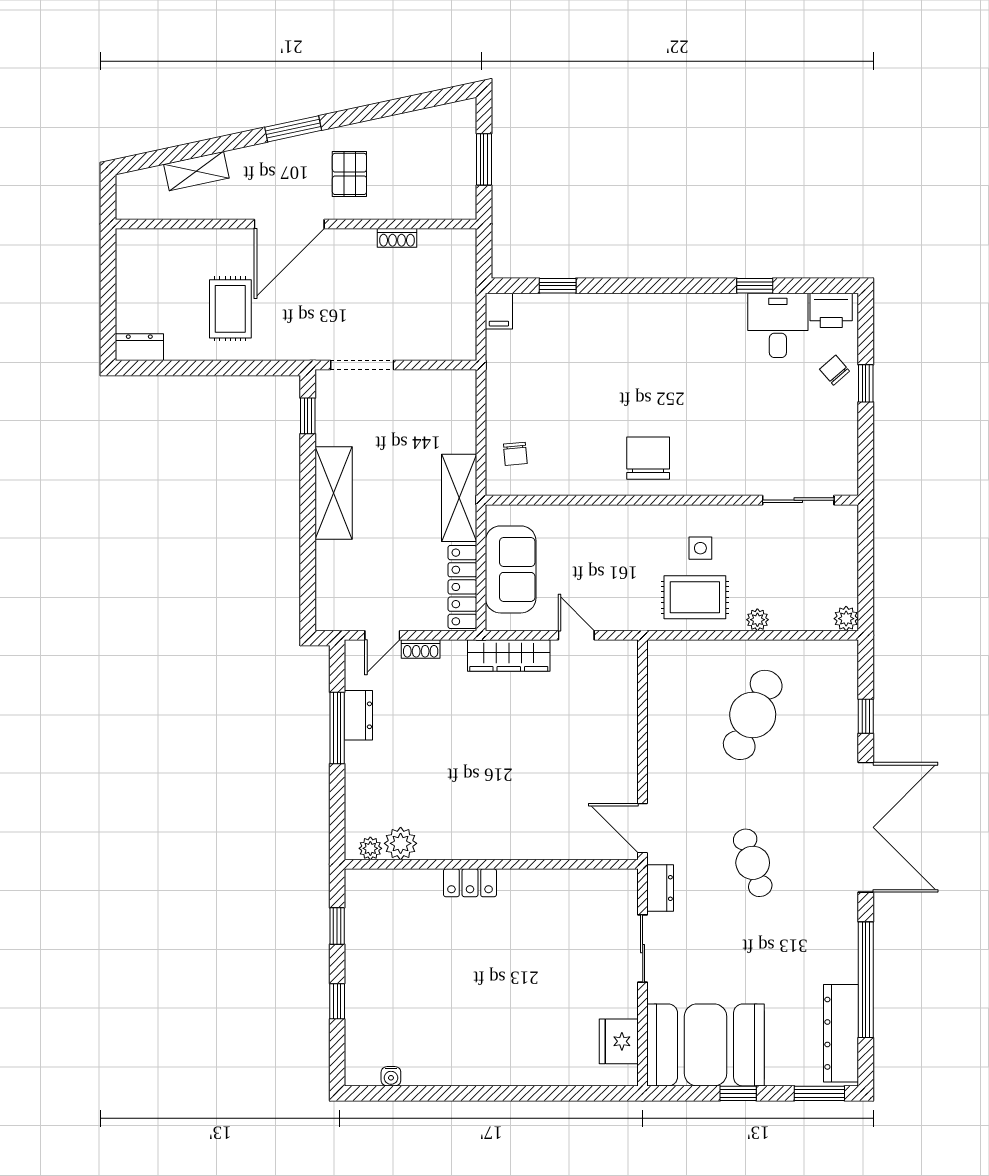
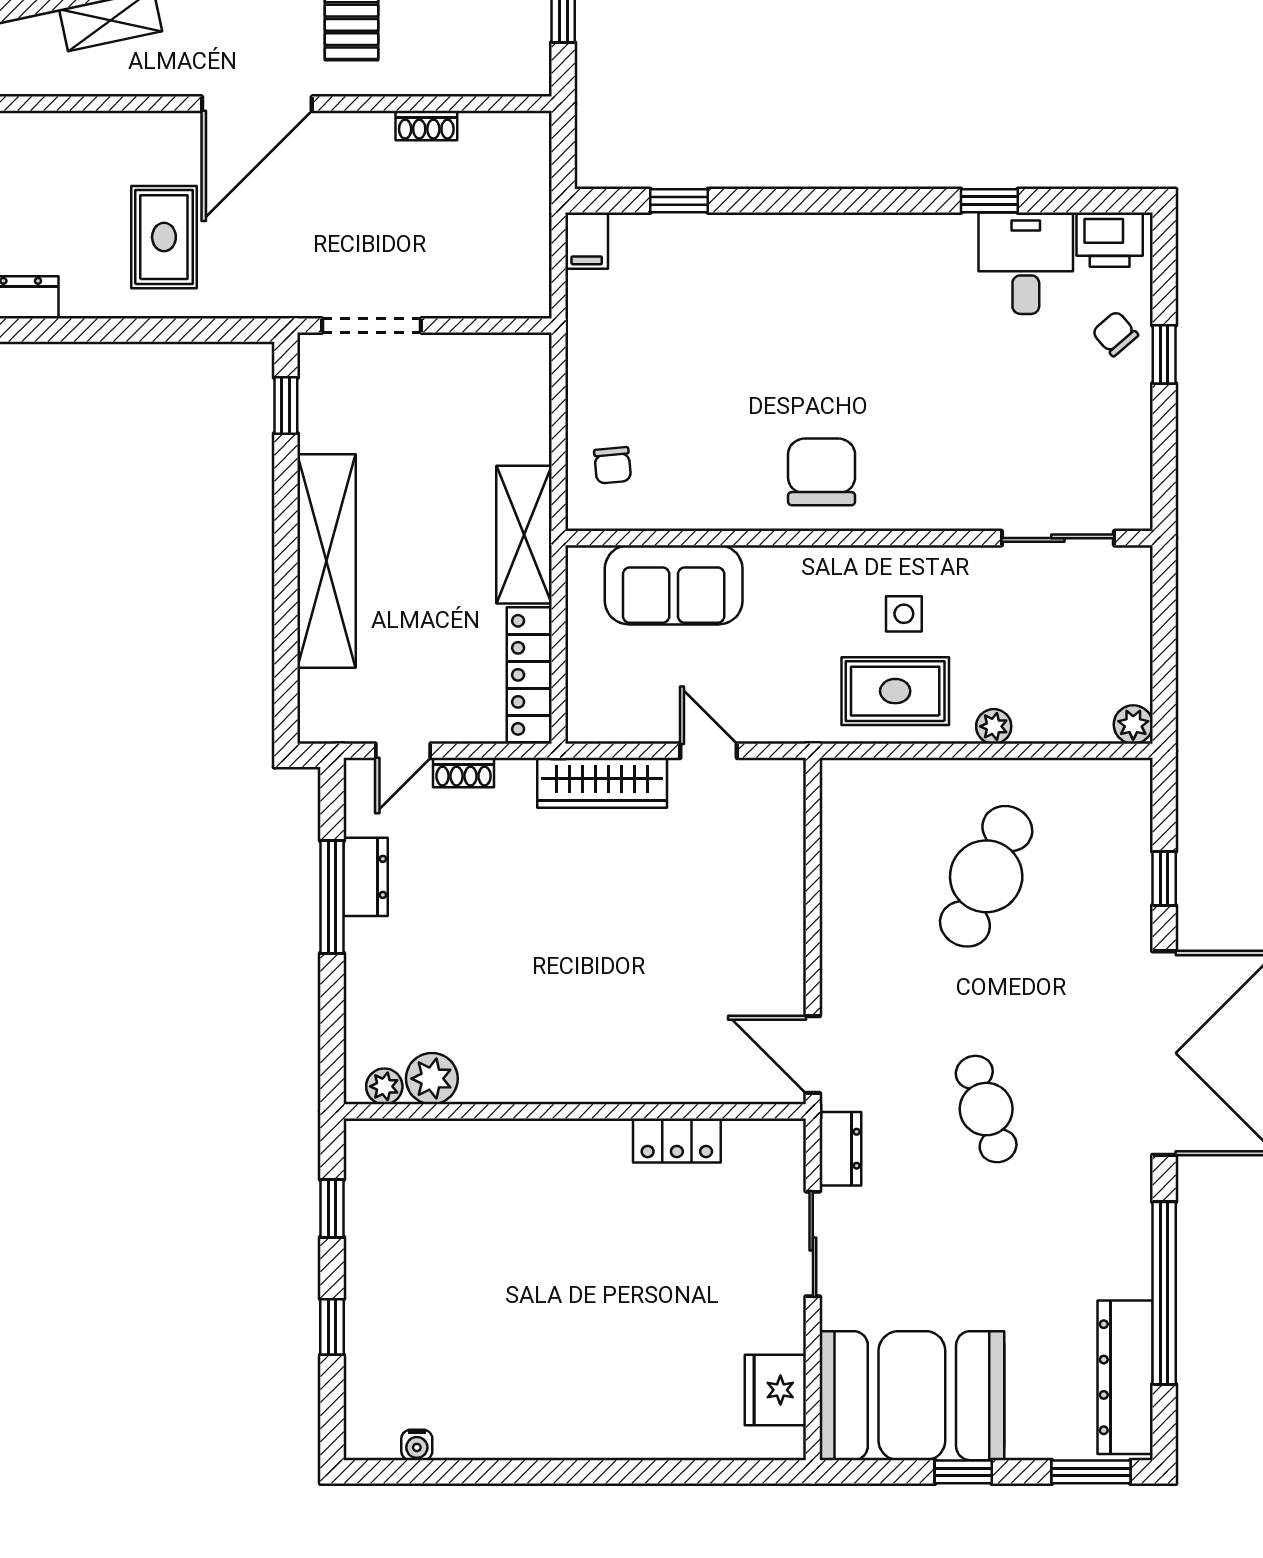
shelving: (334, 493) -> (327, 561), width x1.47
sofa: (511, 569) -> (674, 585), moved, turned 90
locker: (470, 883) -> (677, 1140), moved

